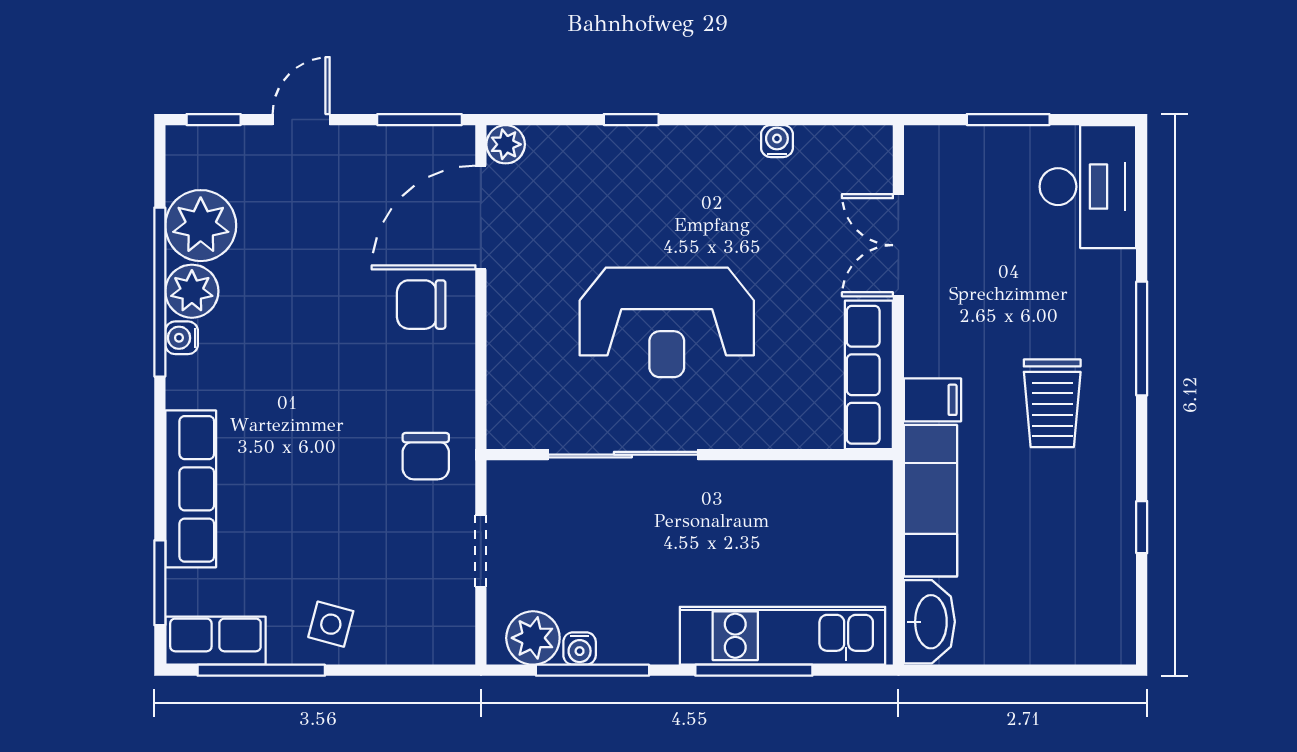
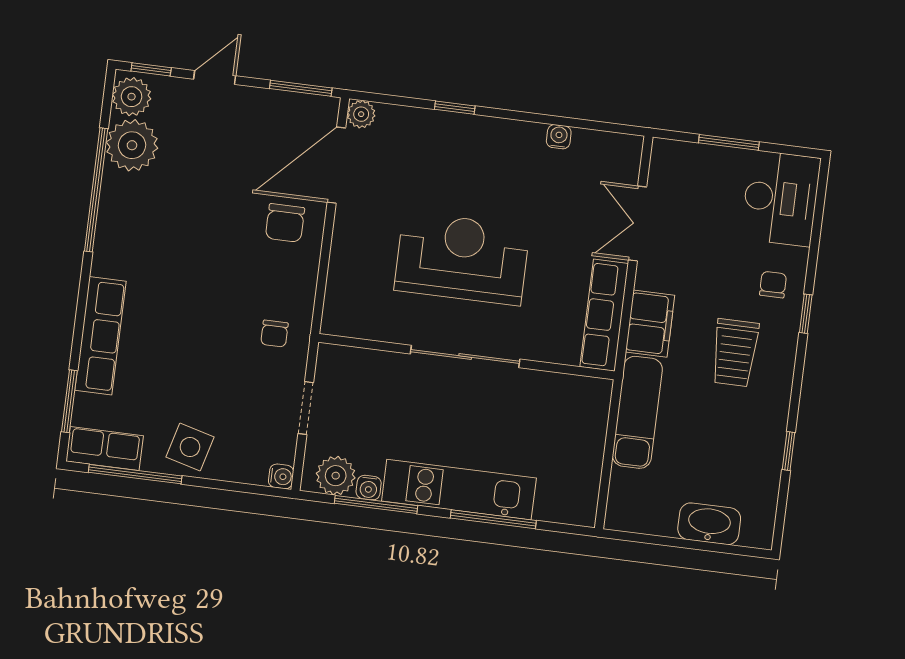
plant: (192, 291) -> (132, 97), moved
chair: (421, 305) -> (285, 223), turned -90
chair: (1092, 305) -> (773, 285), added
reception desk: (667, 322) -> (462, 258), turned 180
water cooler: (182, 338) -> (281, 476), moved, turned 180
window: (1142, 339) -> (806, 314), width x0.46
filing cabinet: (933, 400) -> (650, 324), width x2.00
sliding door: (623, 455) -> (465, 356), moved
chair: (426, 456) -> (274, 334), width x0.73, depth x0.73
washbasin: (929, 622) -> (709, 524), moved, turned -90
side table: (331, 624) -> (190, 447), width x1.37, depth x1.37
kitchen unit: (782, 636) -> (459, 490), moved

